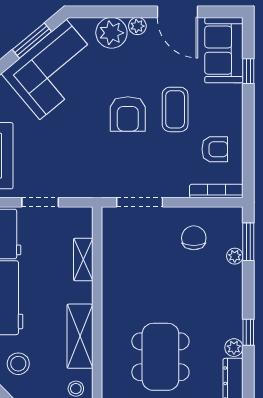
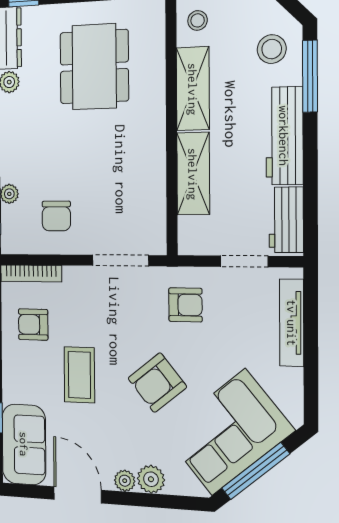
plant: (111, 33) -> (151, 479), width x0.73, depth x0.73
window: (32, 41) -> (256, 471), width x1.44
armchair: (128, 114) -> (157, 383), moved, turned -129
armchair: (87, 168) -> (185, 305), added
shelving: (83, 260) -> (193, 174), width x1.50, depth x1.33

